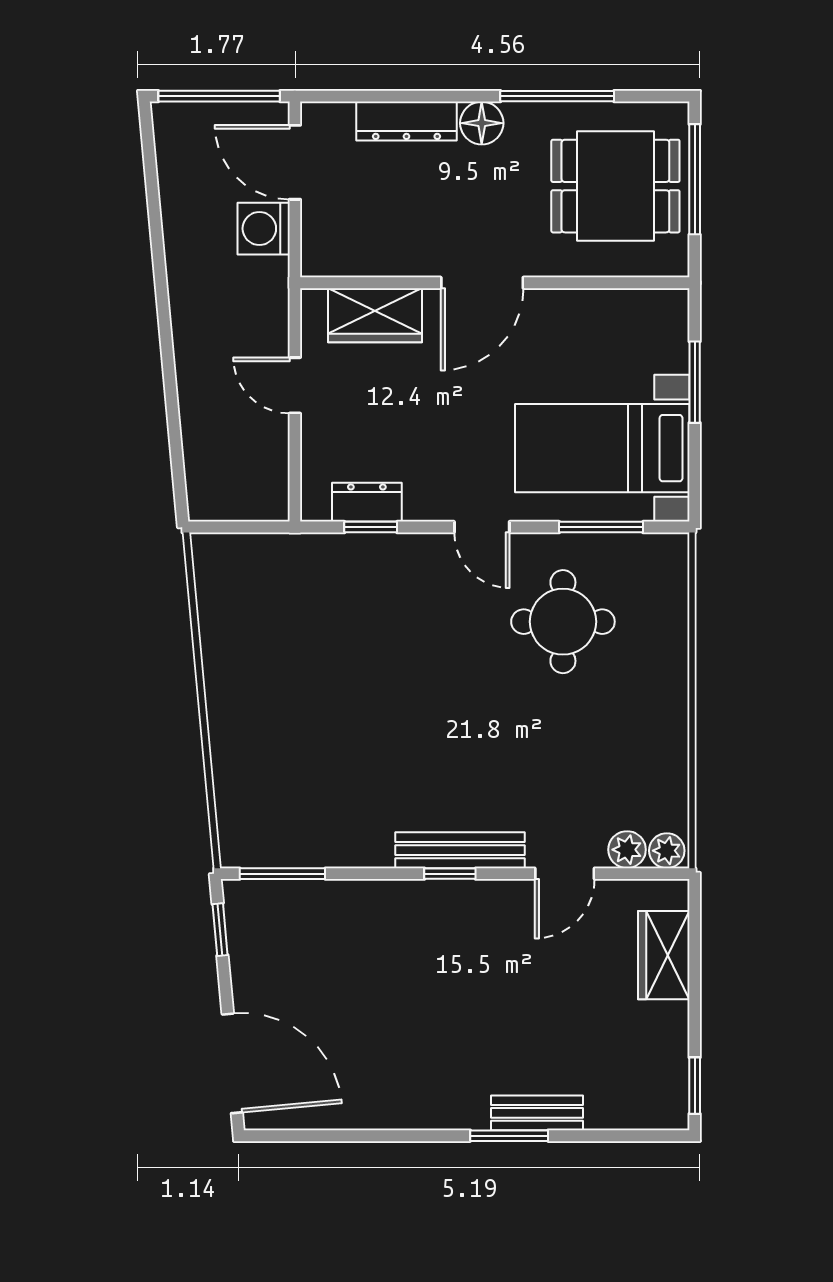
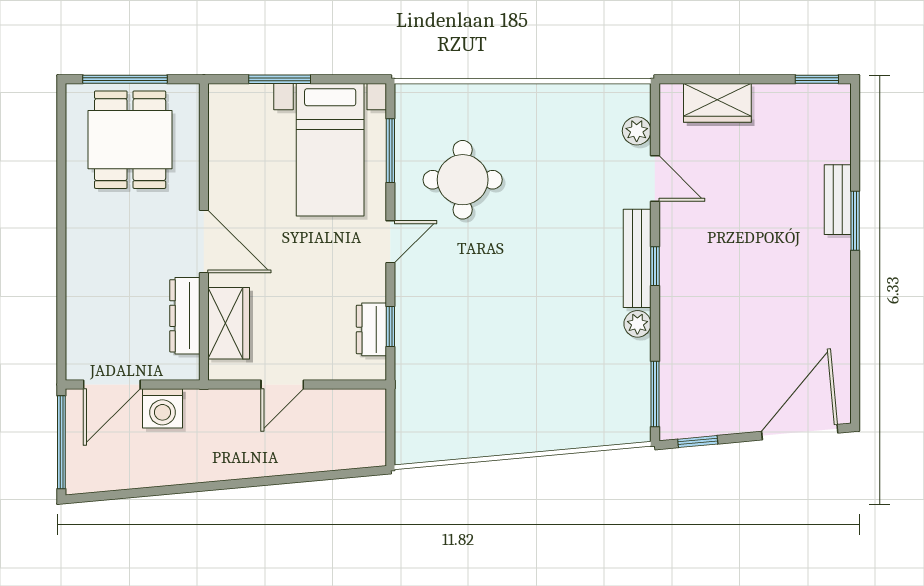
window: (557, 96) -> (61, 184), removed
dresser: (406, 121) -> (185, 316), moved, turned 180
floor lamp: (482, 123) -> (82, 242), removed
plant: (667, 851) -> (637, 324), moved

